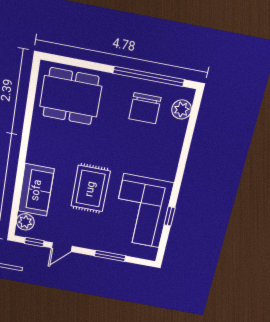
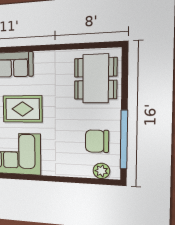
window: (170, 216) -> (13, 176), removed

